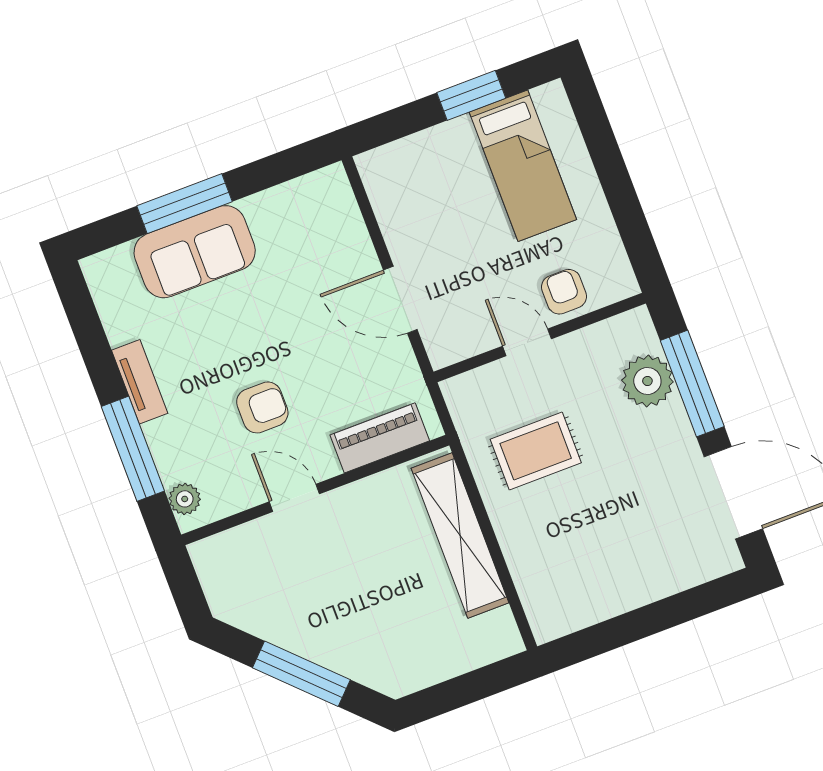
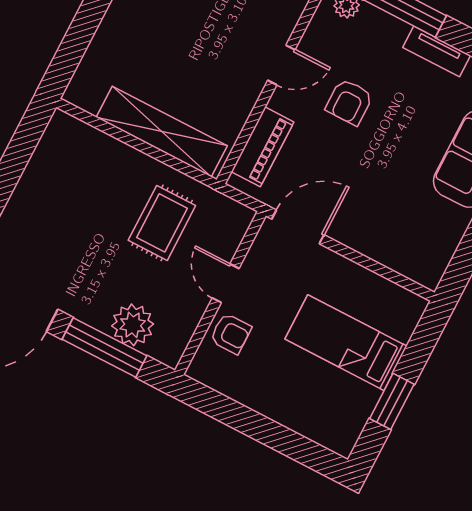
bed: (523, 166) -> (346, 343), moved
door: (400, 300) -> (298, 227), moved
door: (527, 342) -> (226, 283), swing flipped

